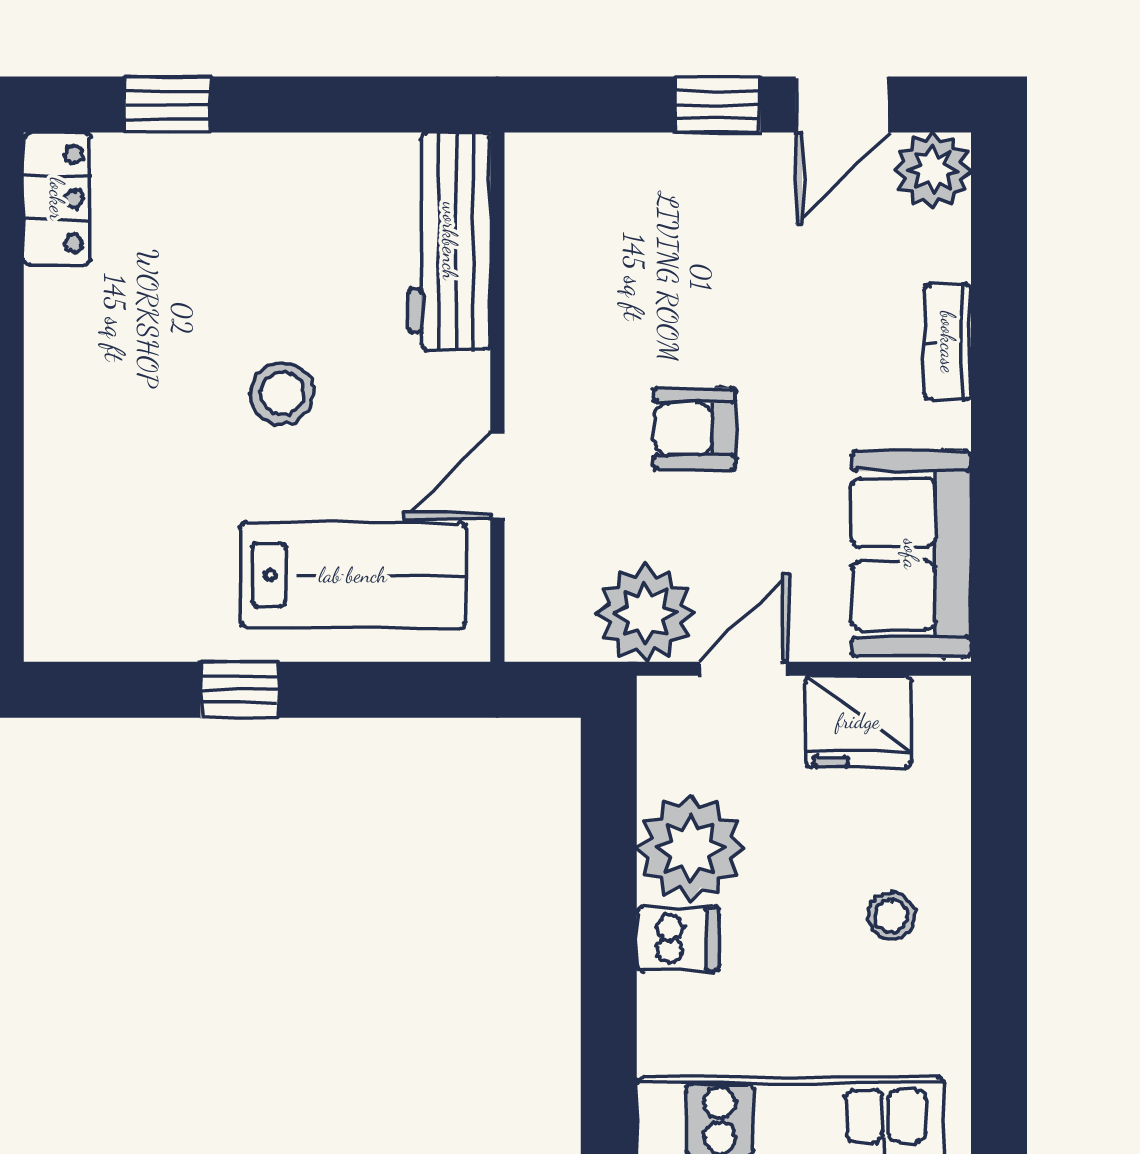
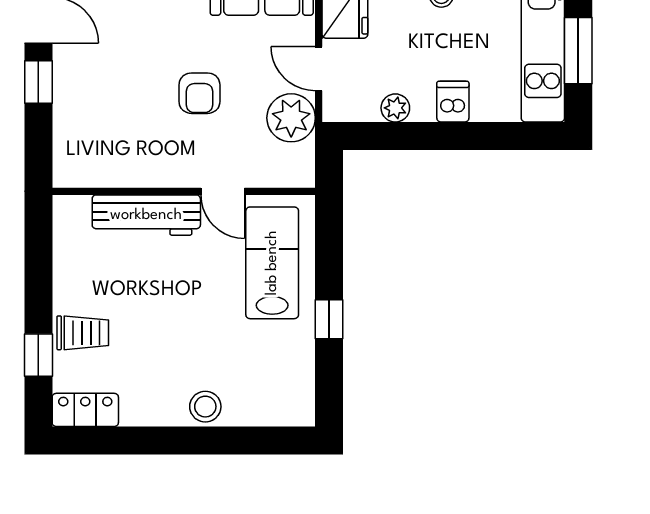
trolley: (212, 194) -> (83, 333), added
workbench: (450, 241) -> (146, 215), moved
stool: (282, 393) -> (205, 407), moved
plant: (690, 848) -> (395, 108), width x0.53, depth x0.53

